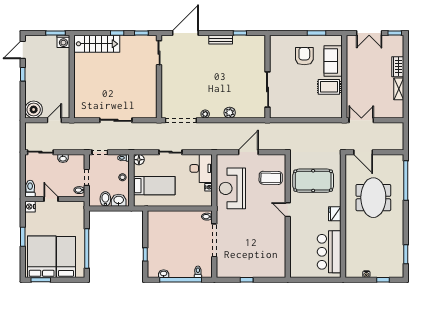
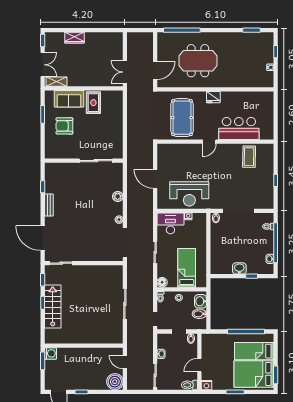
stairs: (97, 44) -> (53, 307), moved
shelving: (399, 89) -> (56, 82), moved
coffee table: (271, 178) -> (249, 157), moved
washbasin: (153, 241) -> (239, 268), added
bar counter: (329, 252) -> (239, 128), moved, turned 180

